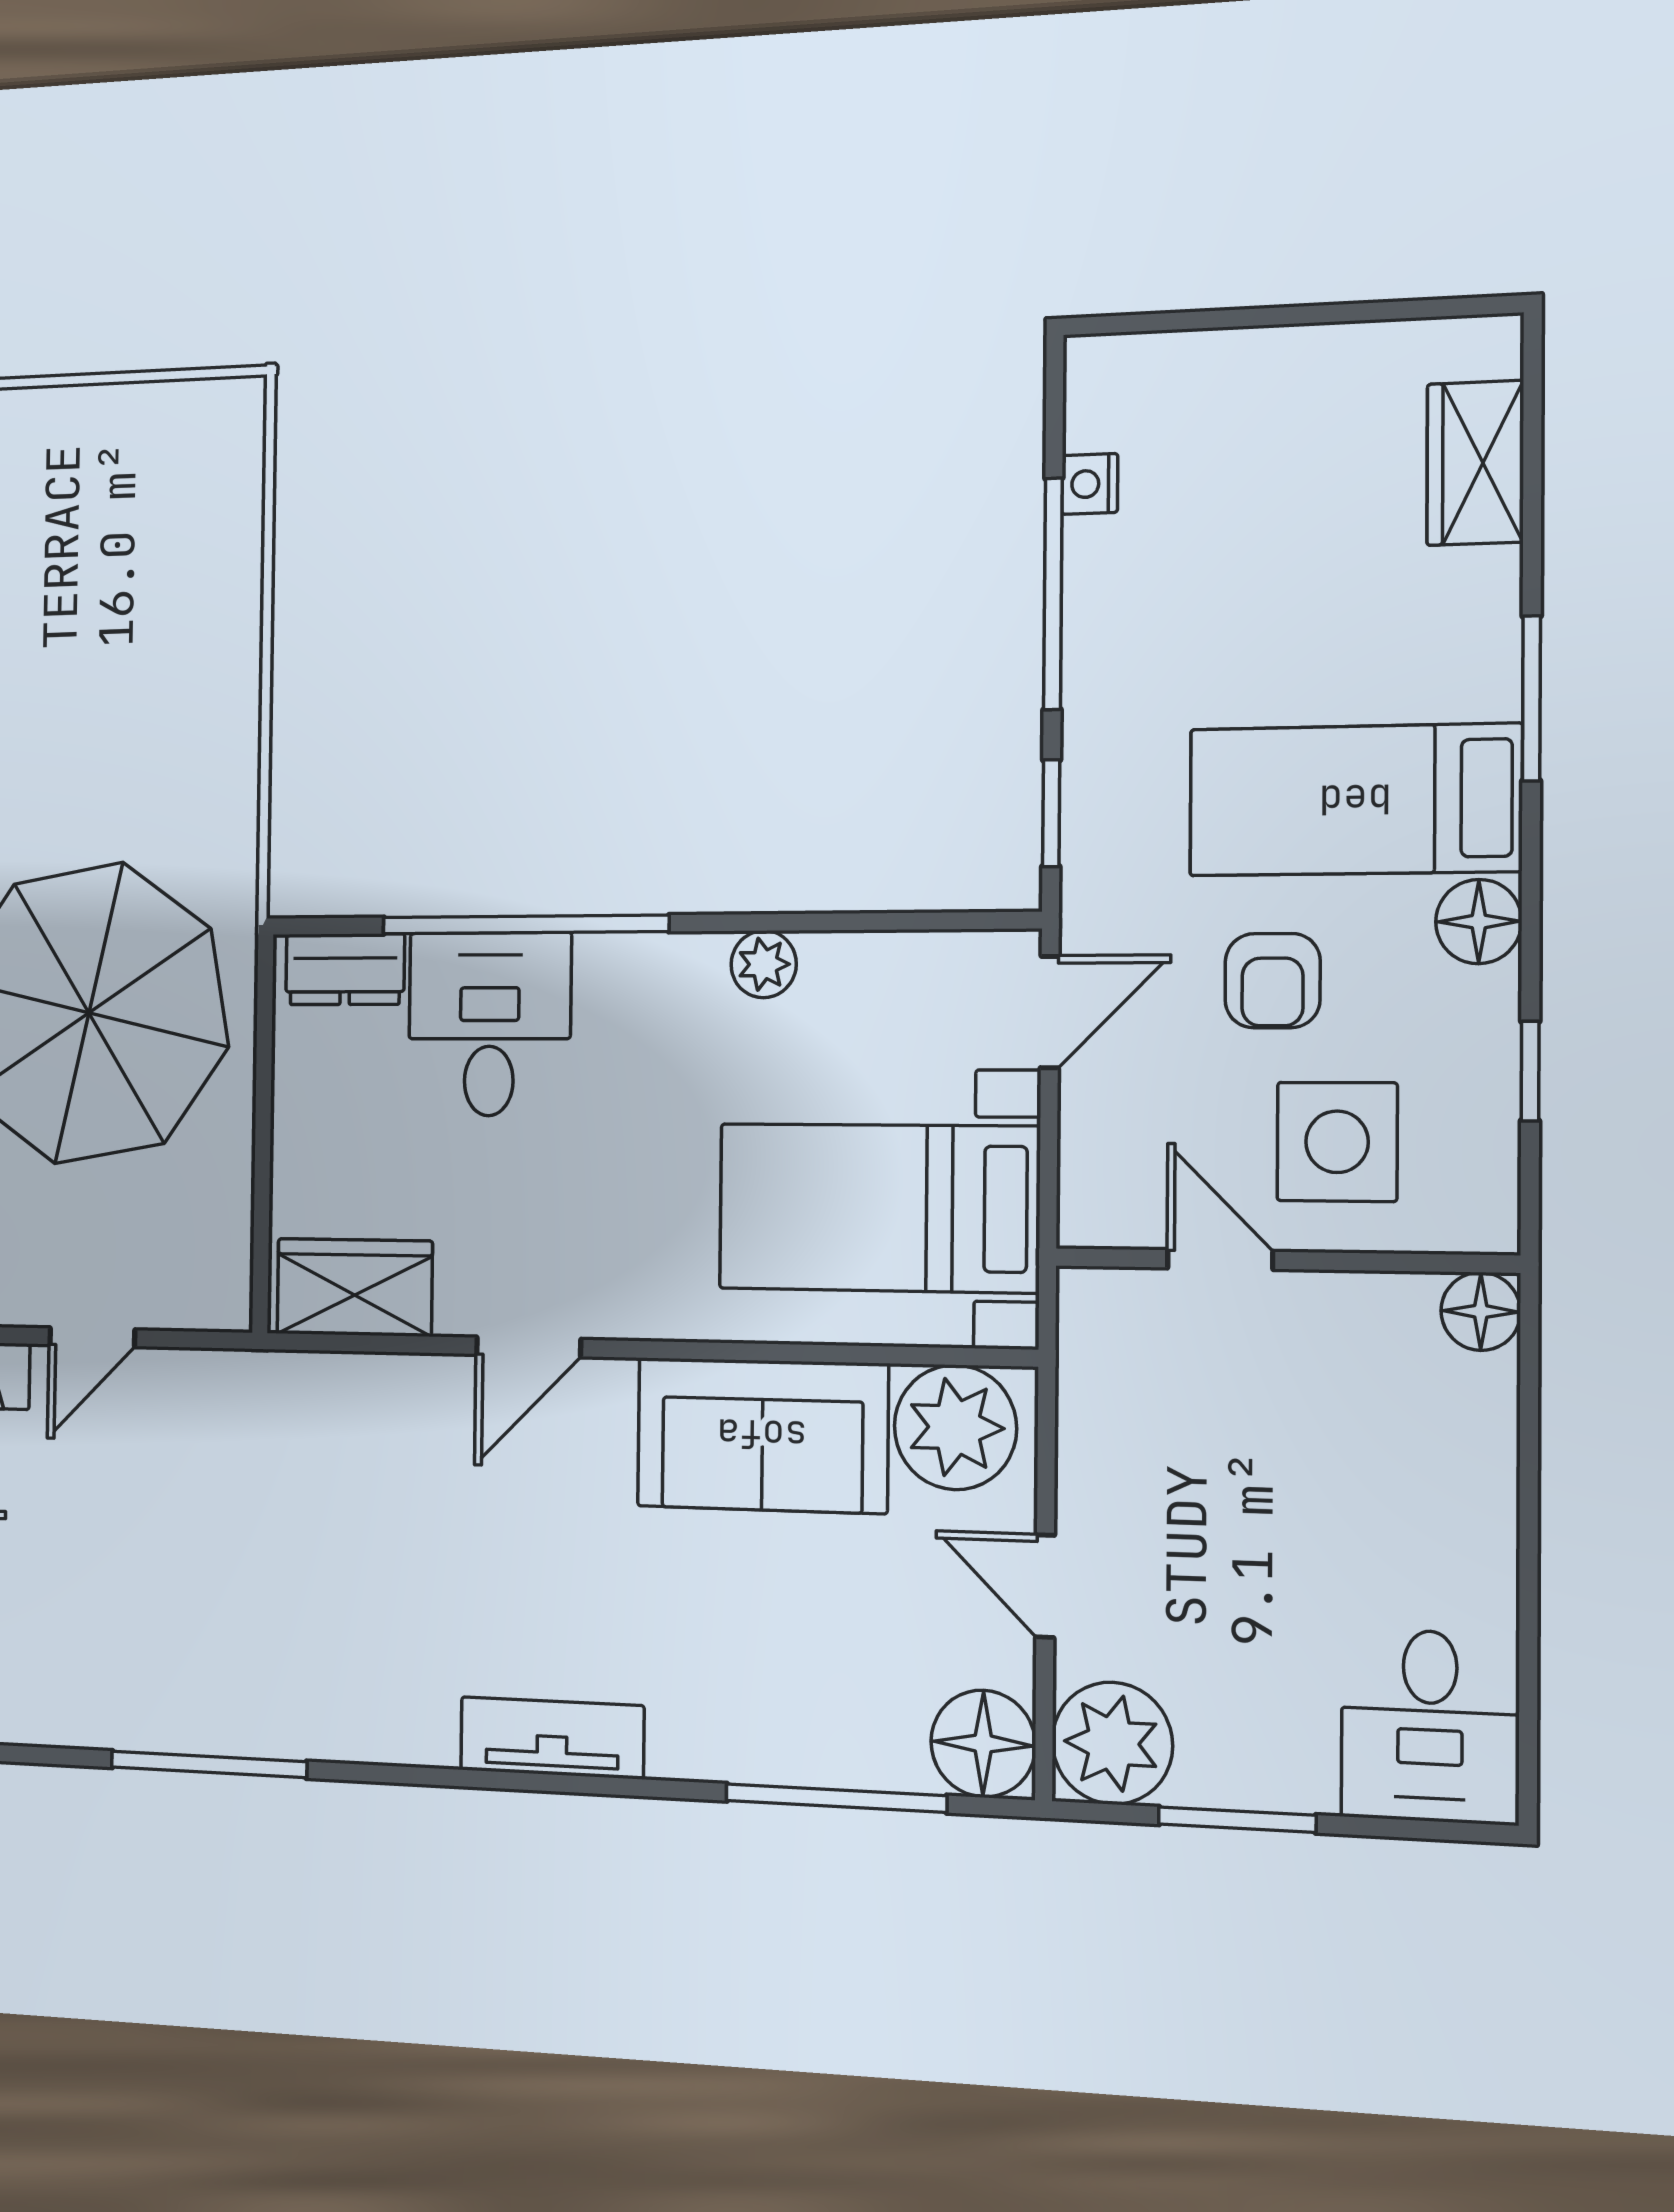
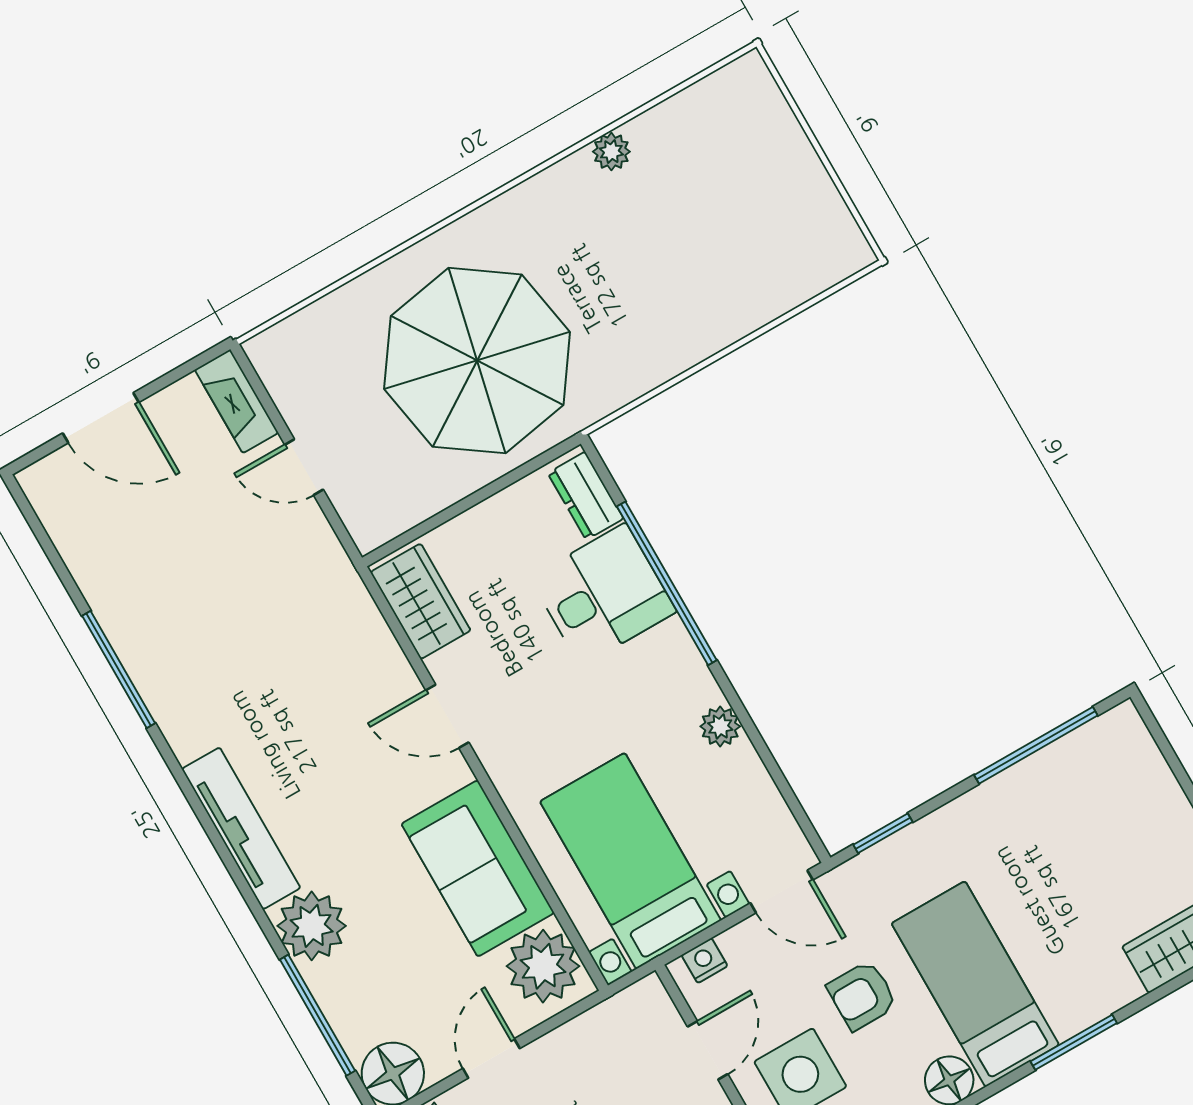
nightstand: (1090, 484) -> (705, 961), moved
window: (1053, 594) -> (1036, 745), moved
plant: (706, 1724) -> (312, 926), added
tv unit: (552, 1738) -> (241, 828), width x1.41

